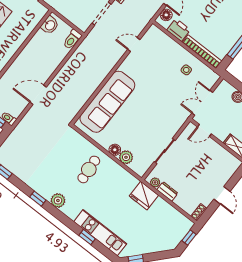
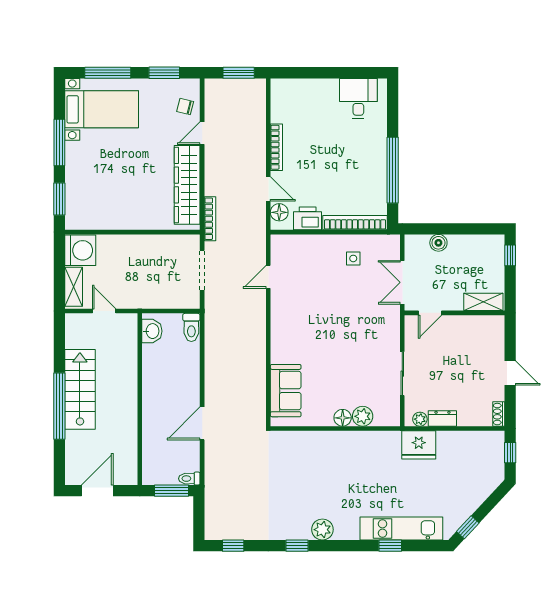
sofa: (107, 102) -> (286, 391), width x0.54, depth x0.79
cafe table: (89, 169) -> (330, 465), removed

